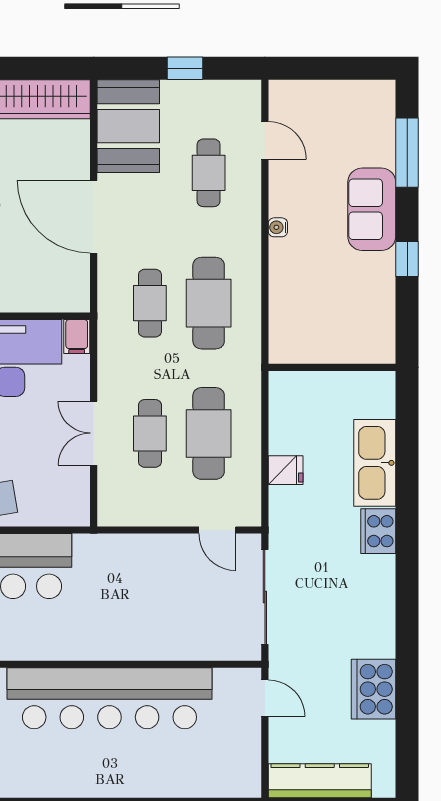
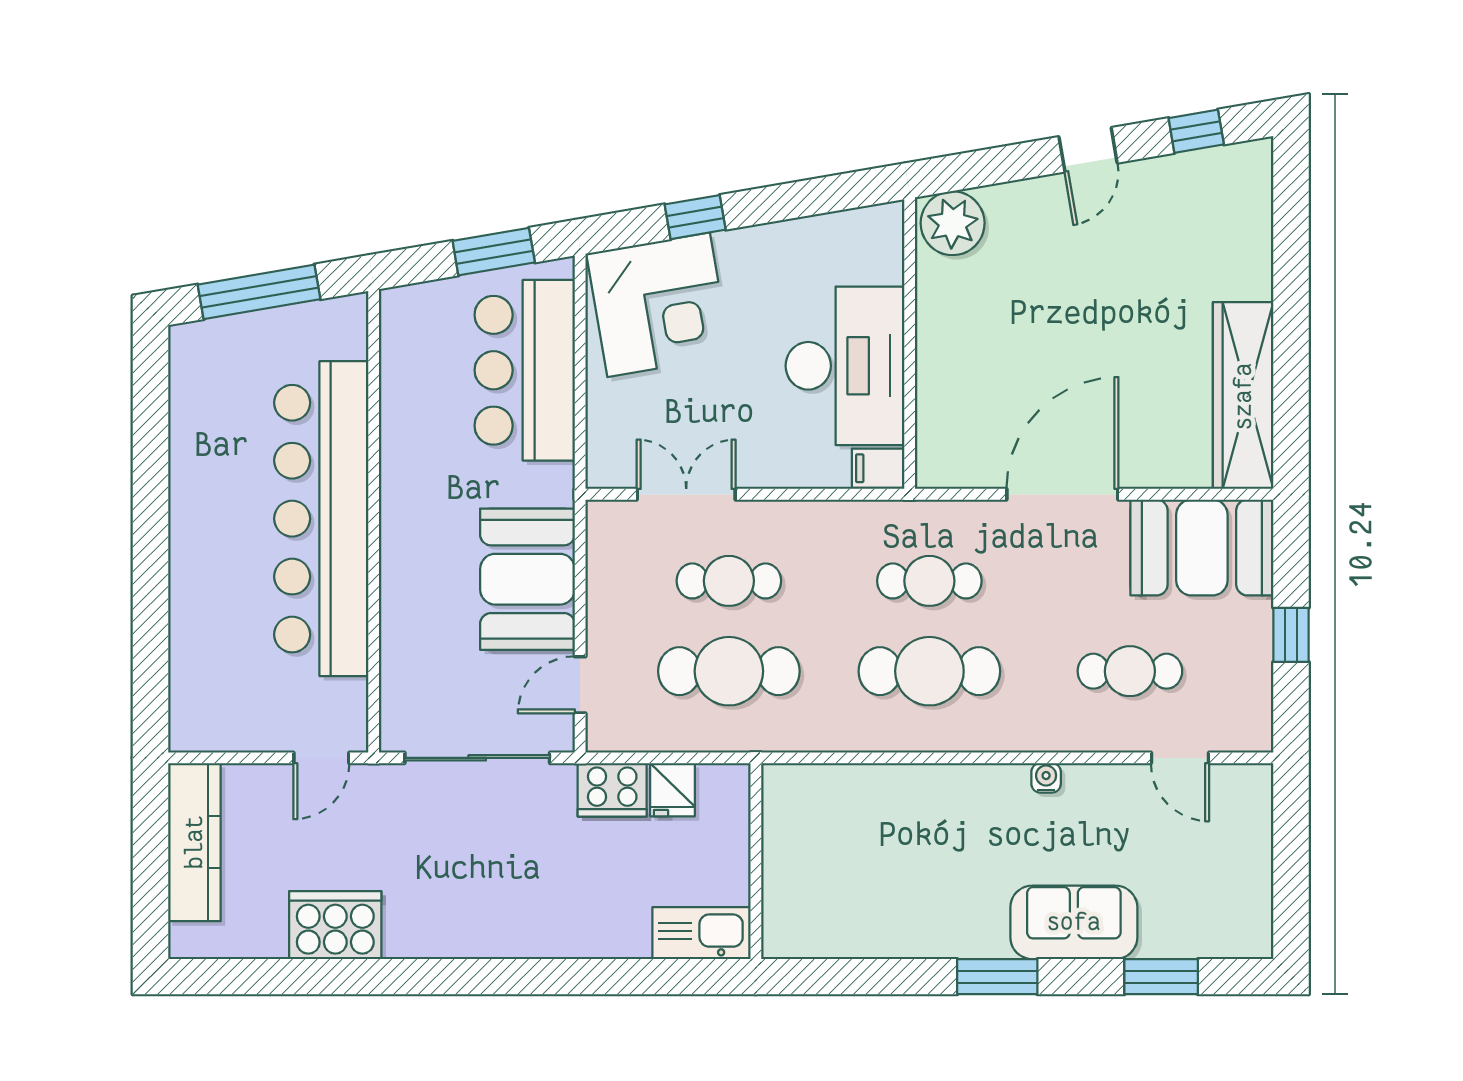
door: (265, 140) -> (1180, 758), hinge flipped
window: (407, 153) -> (1161, 977), width x0.69
window: (407, 259) -> (997, 977), width x1.50
wall: (332, 367) -> (756, 861), moved
double door: (94, 433) -> (686, 494), moved
kitchen sink: (375, 463) -> (701, 933), width x0.73, depth x0.81
cooker: (378, 531) -> (612, 790), moved, turned 180
booth: (149, 564) -> (527, 579), added

